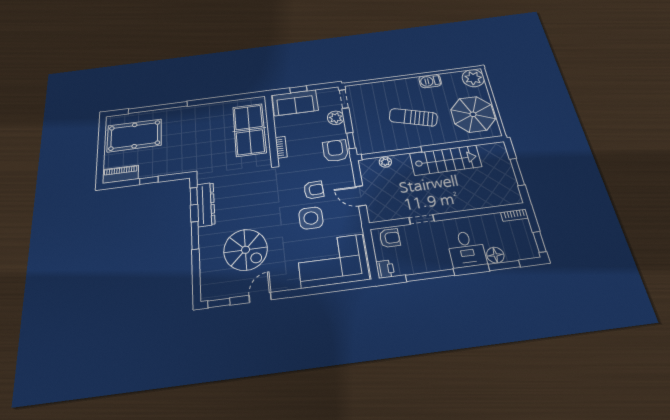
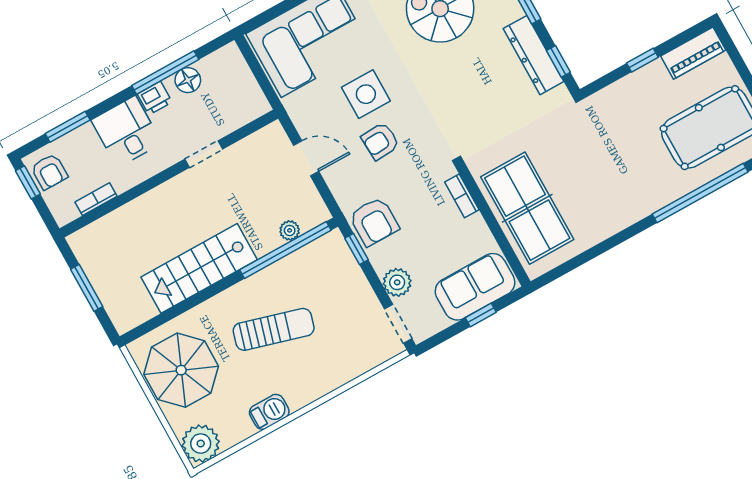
bookcase: (514, 215) -> (96, 199), moved
armchair: (390, 238) -> (49, 172), moved, turned -90
floor lamp: (495, 255) -> (188, 80), moved
printer: (385, 269) -> (155, 98), moved, turned -90

